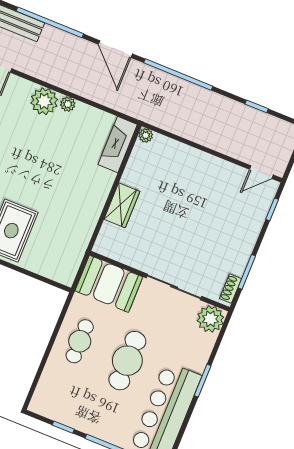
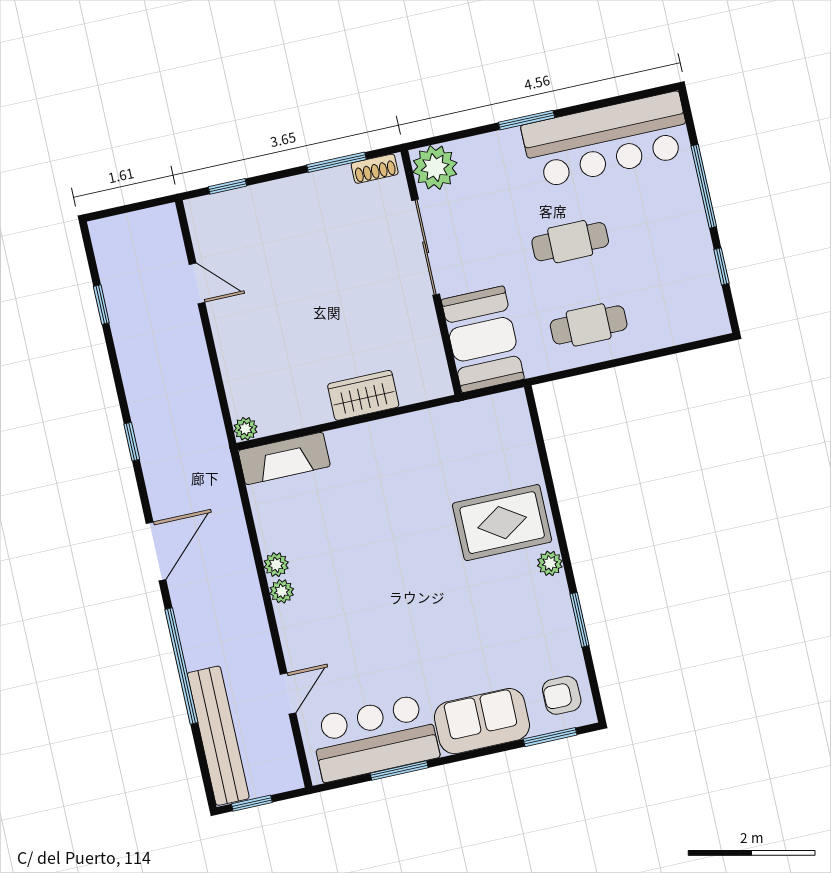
window: (178, 75) -> (132, 442), width x0.32
plant: (44, 101) -> (282, 591), width x0.53, depth x0.53
door: (261, 172) -> (197, 283), moved
cafe table: (127, 361) -> (570, 242), width x0.73, depth x0.74

